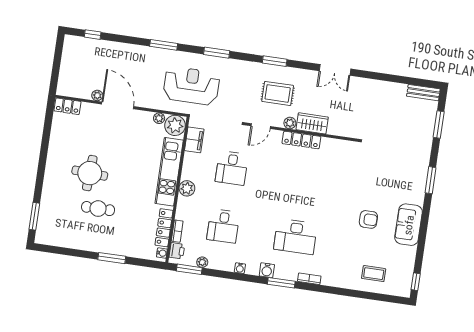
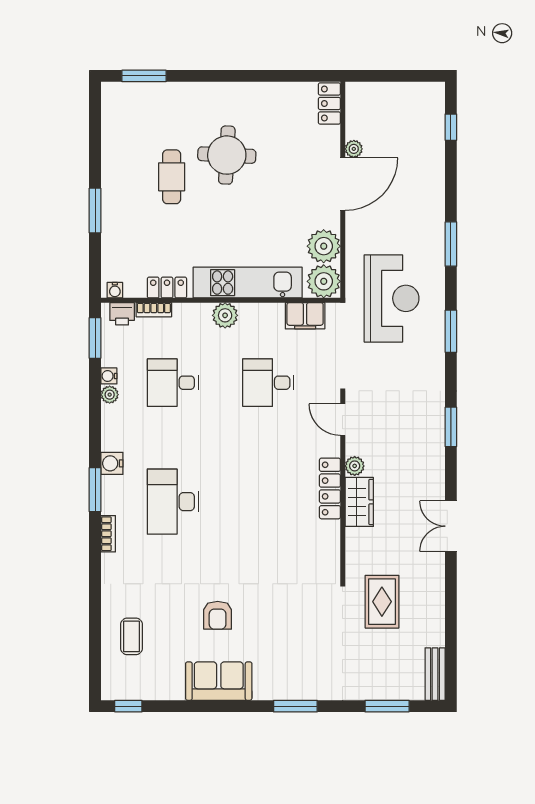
rug: (278, 93) -> (382, 602), moved
plant: (159, 118) -> (324, 246), width x1.87, depth x1.87
locker: (164, 228) -> (167, 288), width x0.66
plant: (202, 262) -> (110, 395), moved
water cooler: (240, 268) -> (109, 376), moved

